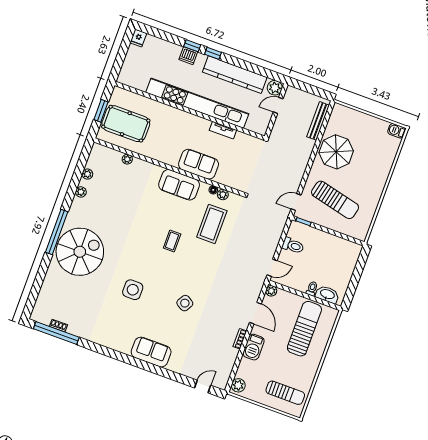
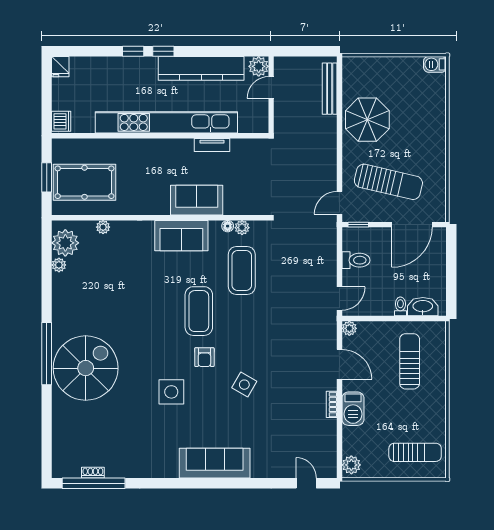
dishwasher: (188, 56) -> (61, 121), moved, turned -90
plant: (81, 192) -> (65, 243), moved, width x1.87, depth x1.87
door: (340, 235) -> (412, 225), added
coffee table: (172, 241) -> (199, 311), width x1.86, depth x1.72
armchair: (164, 274) -> (204, 357), added
sun lounger: (304, 329) -> (410, 361), width x0.73, depth x0.75
sofa: (151, 352) -> (215, 463), width x1.36
door: (203, 387) -> (306, 483), hinge flipped

